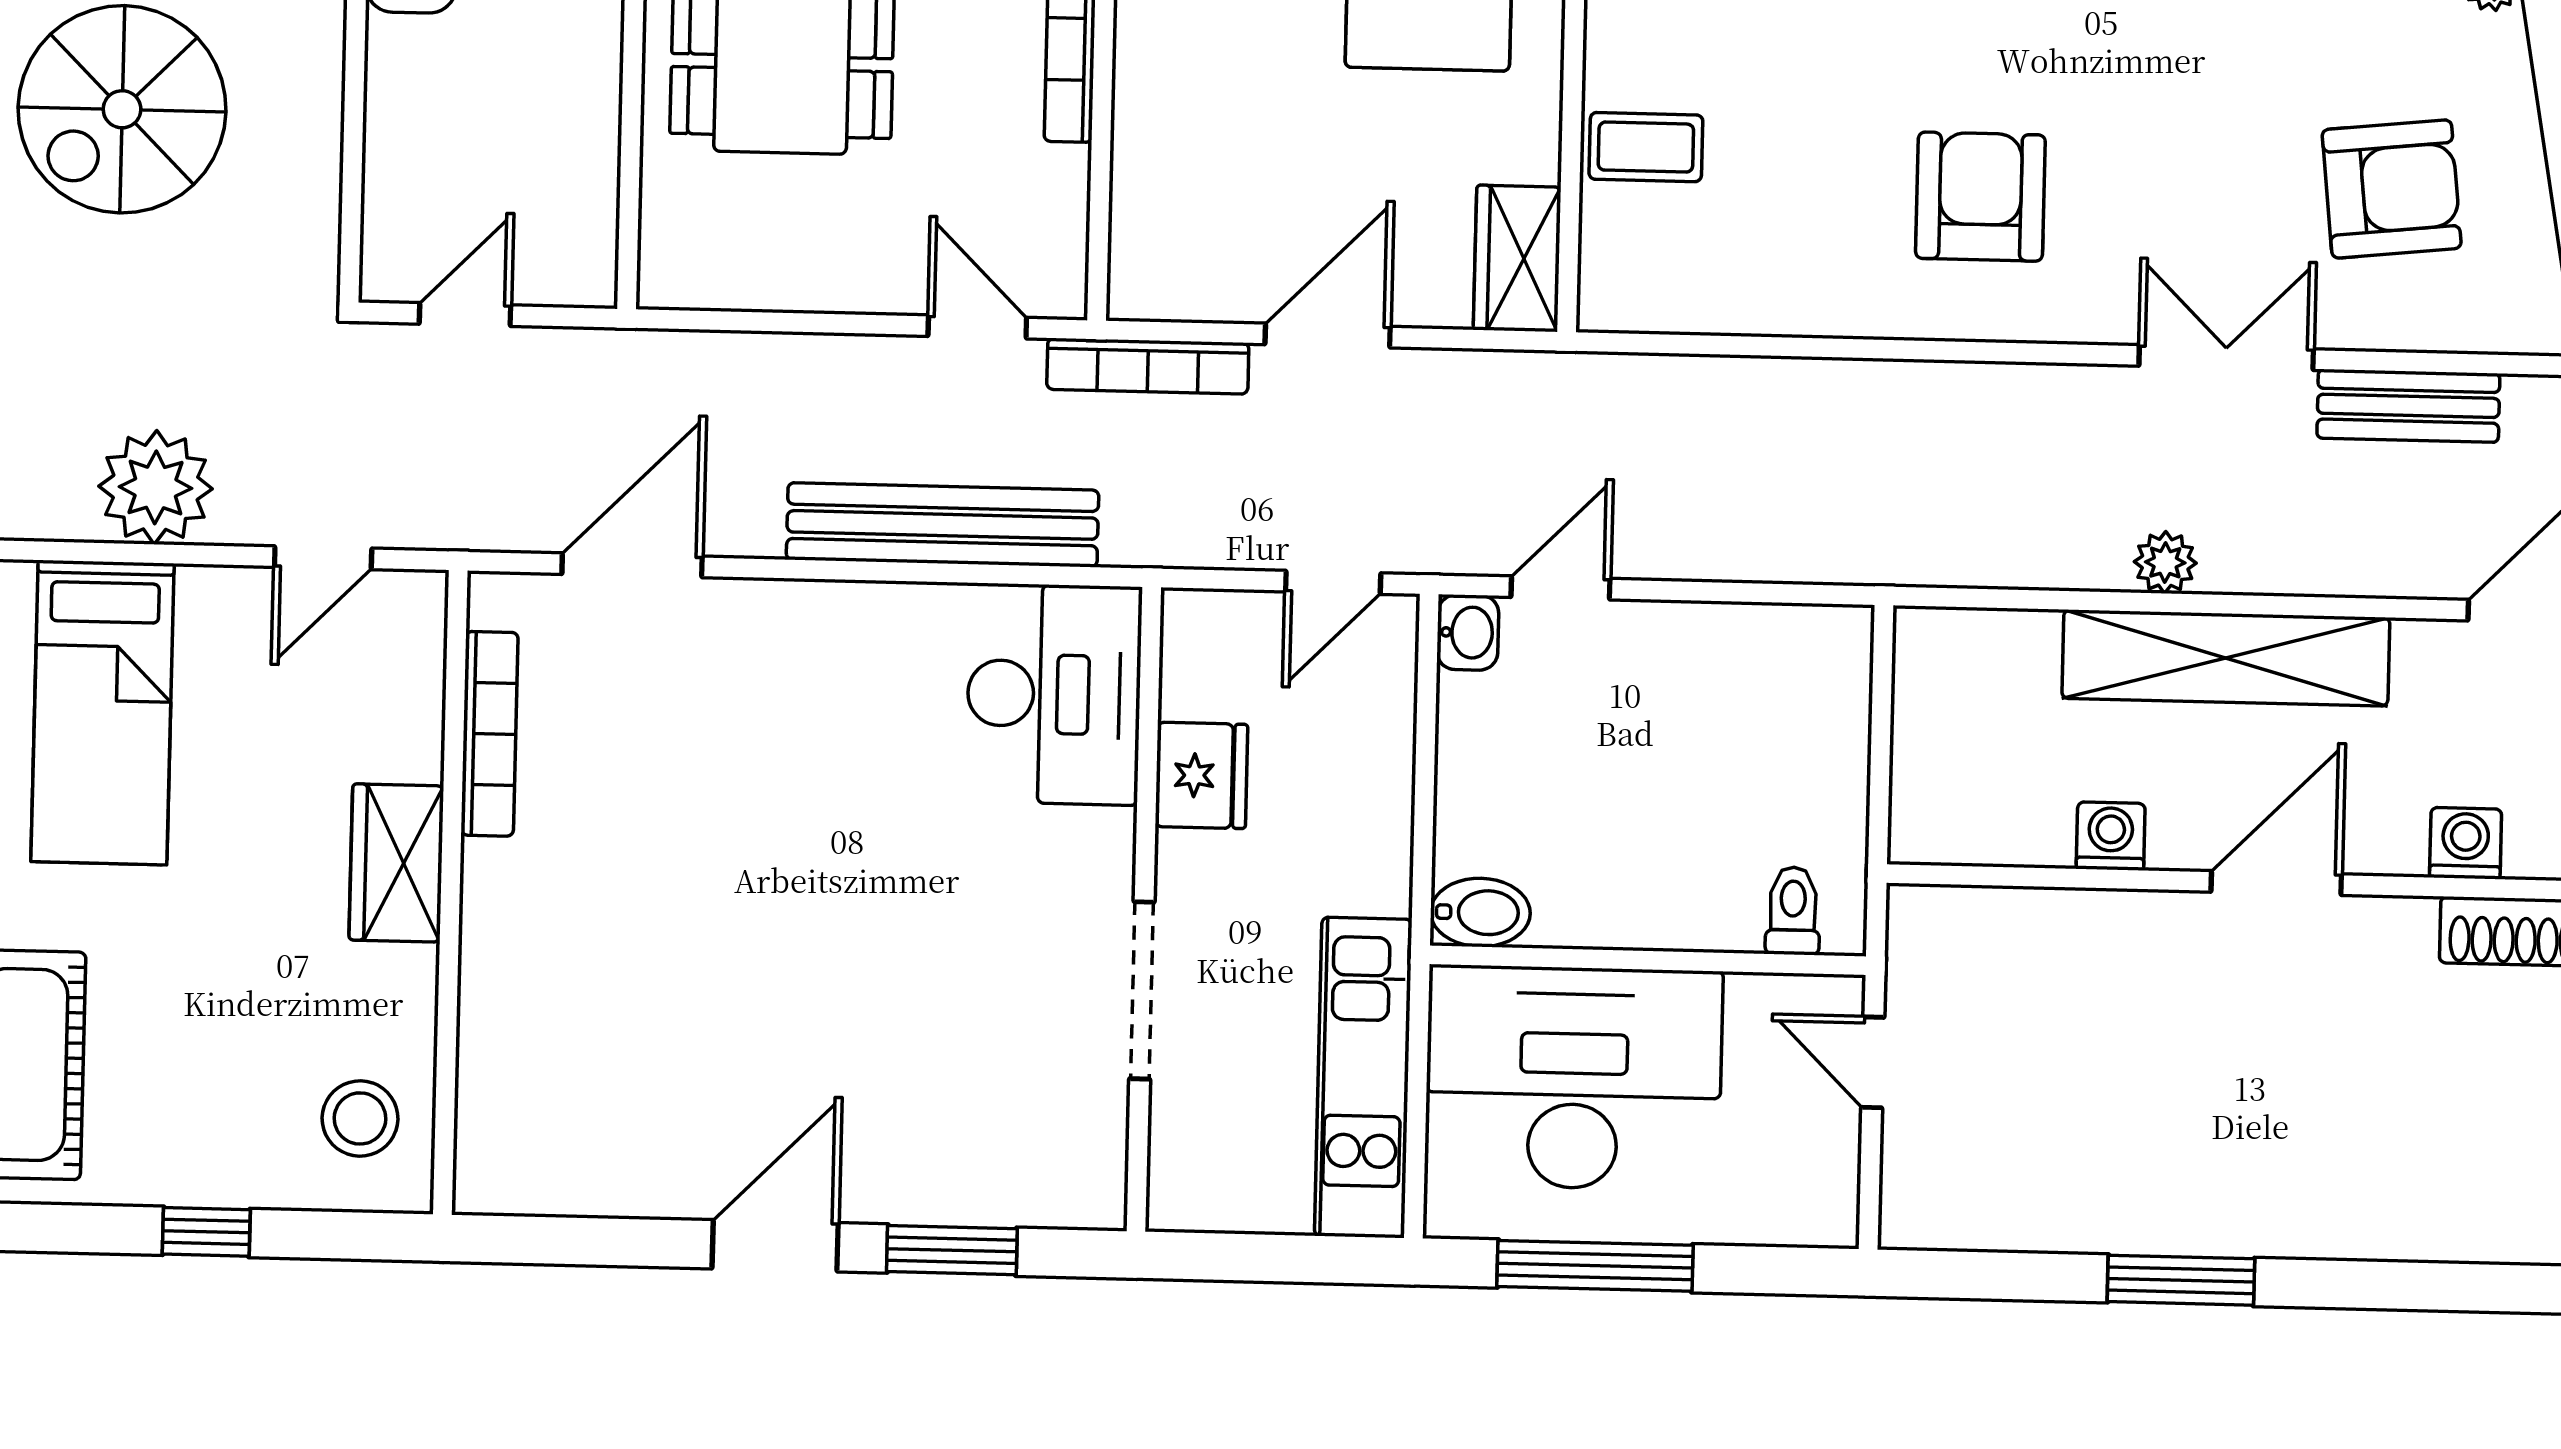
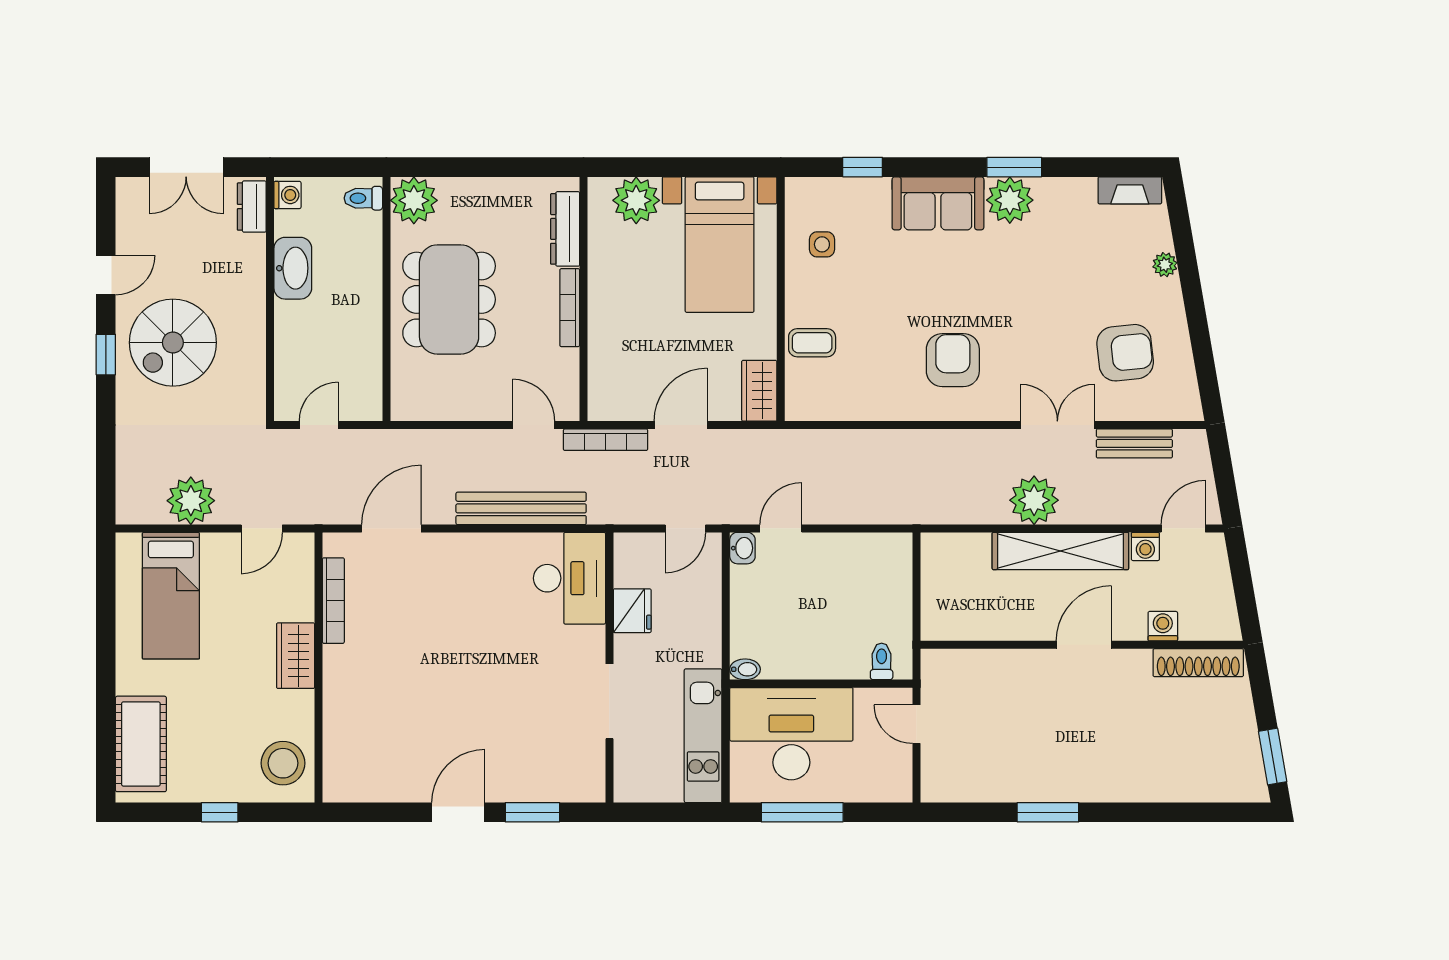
plant: (2165, 562) -> (1034, 500), width x1.87, depth x1.87
washing machine: (2111, 836) -> (1145, 546), moved, turned 180
bidet: (1480, 913) -> (745, 669), width x0.72, depth x0.74
stool: (360, 1118) -> (283, 763), width x1.38, depth x1.38

